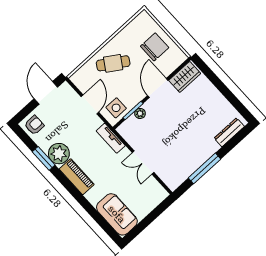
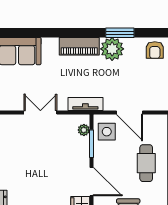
cafe table: (113, 63) -> (146, 163), turned -33
plant: (140, 113) -> (84, 130), moved

